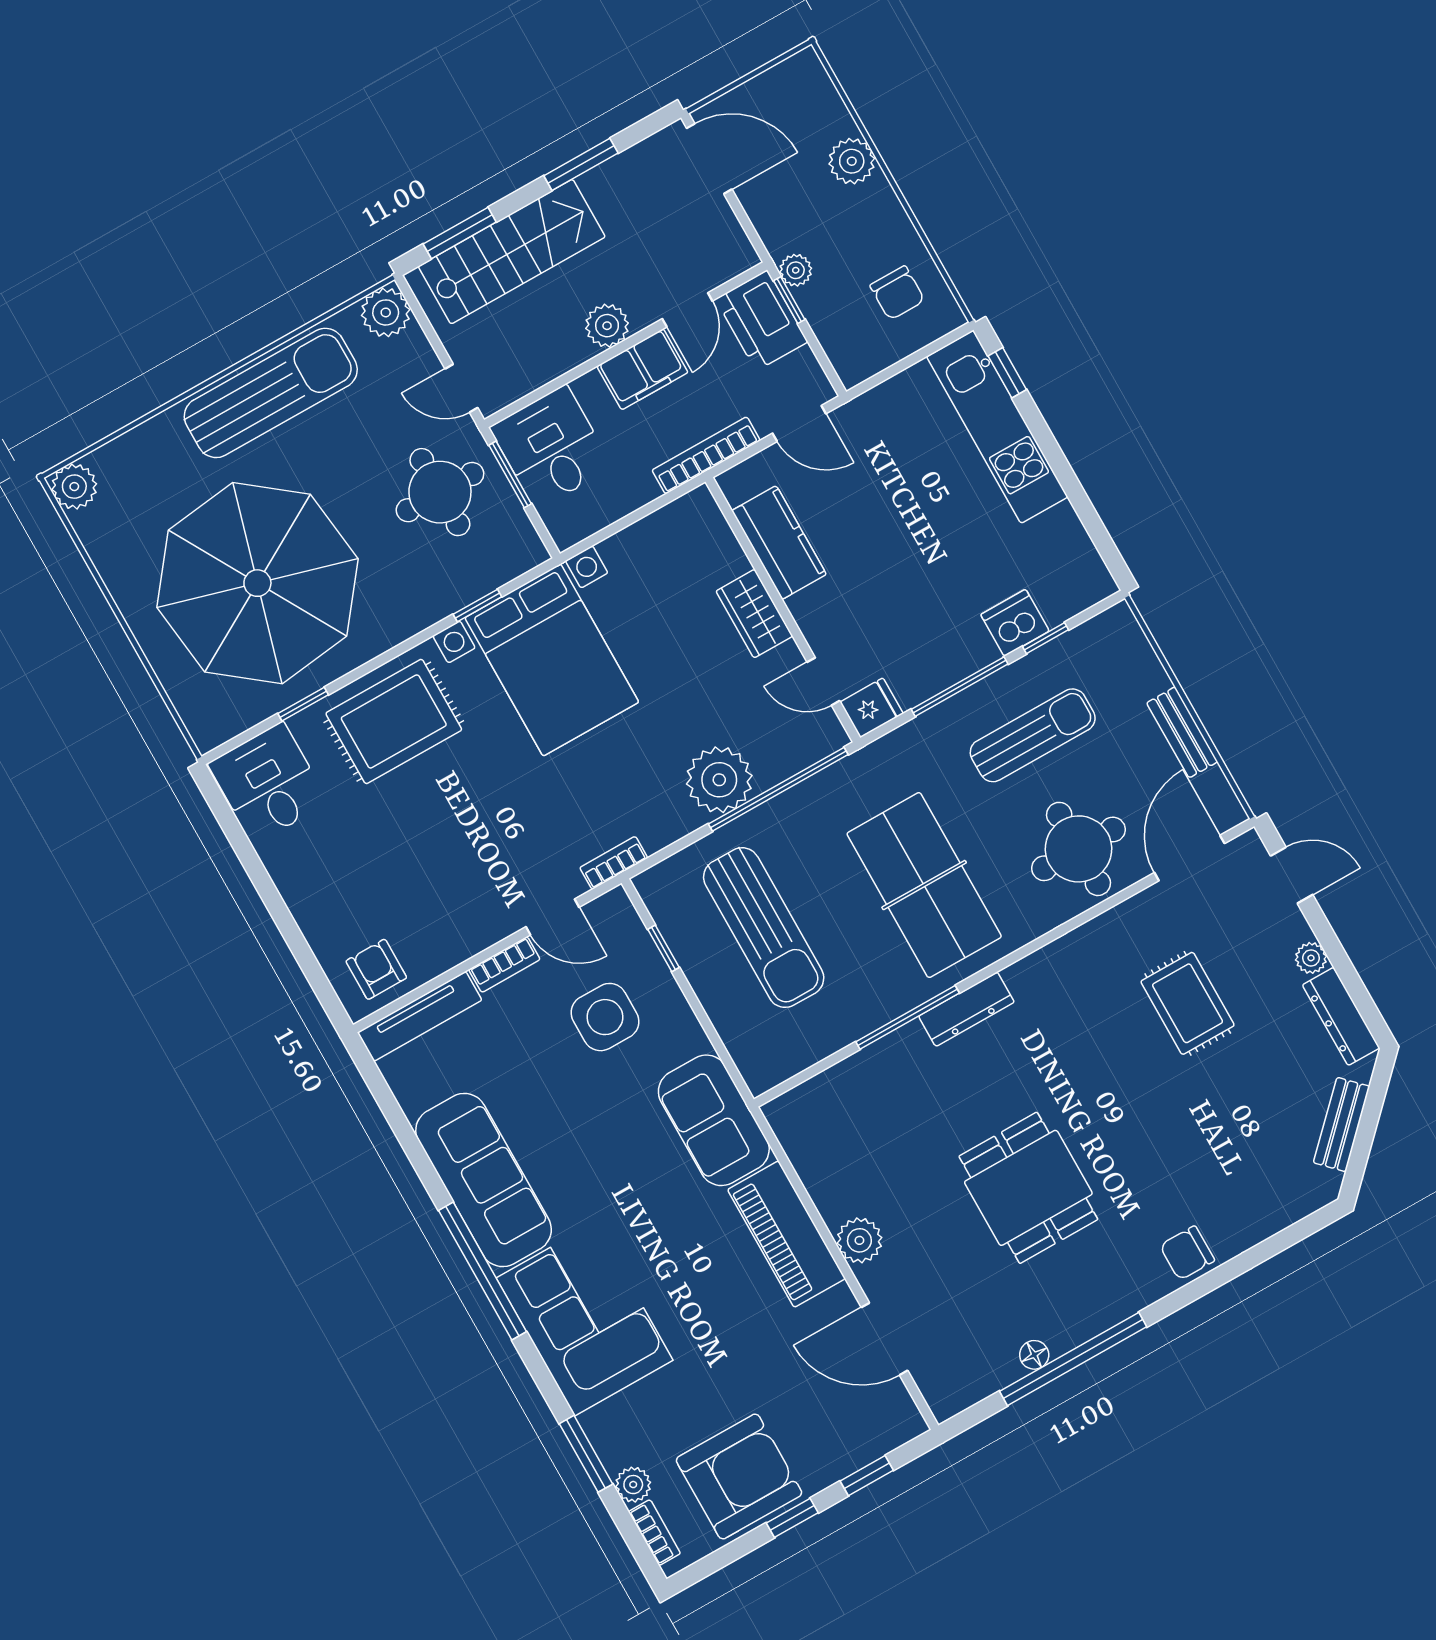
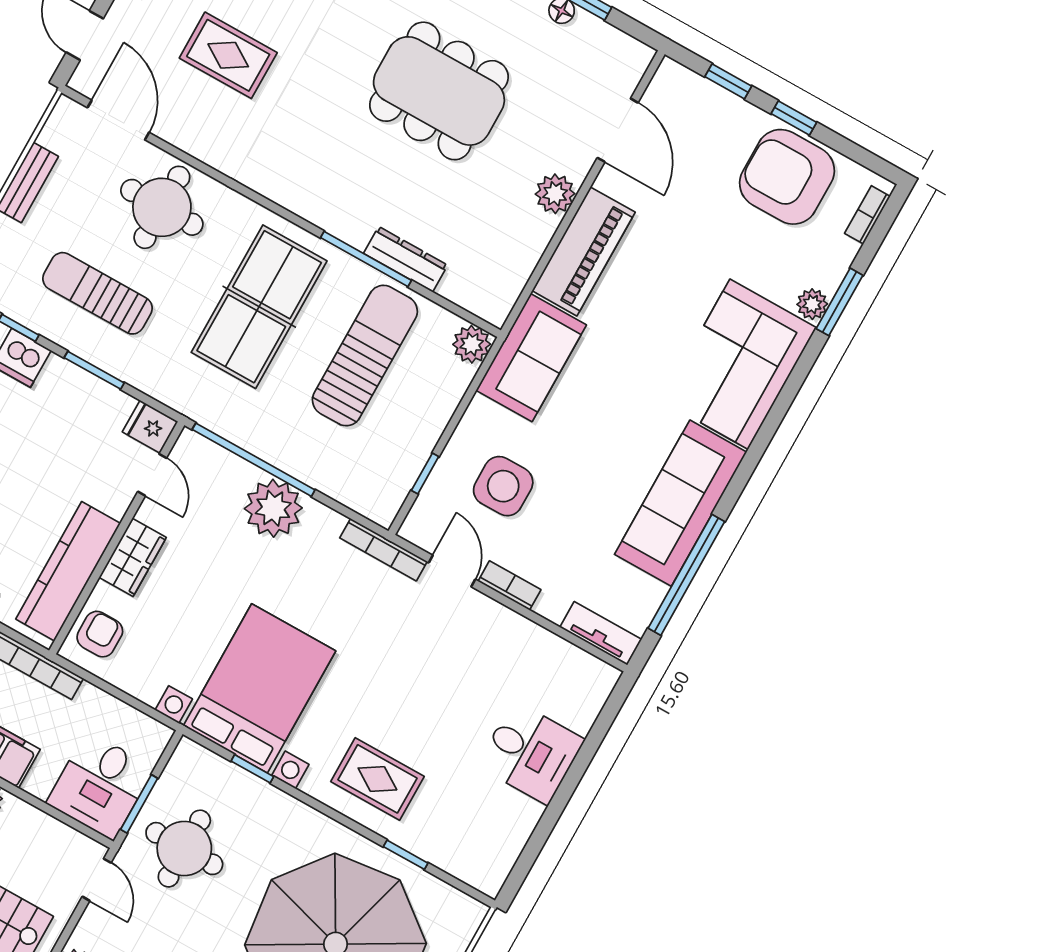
kitchen counter: (779, 543) -> (68, 571), width x1.50
window: (960, 687) -> (94, 370), width x0.69
rug: (394, 721) -> (377, 779), width x0.73, depth x0.70
desk: (268, 783) -> (531, 753), moved, turned -90
door: (1189, 858) -> (118, 120), swing flipped
bookcase: (614, 863) -> (383, 550), width x1.56
sun lounger: (764, 928) -> (365, 356), moved
armchair: (376, 969) -> (100, 634), moved, turned 180
rug: (1188, 1003) -> (228, 55), turned 90
dresser: (966, 1009) -> (406, 259), moved
tv unit: (420, 1016) -> (601, 633), width x0.71
plant: (762, 1070) -> (472, 344), added
dining table: (1028, 1188) -> (439, 91), width x1.38
window: (483, 1271) -> (686, 575), moved
plant: (633, 1485) -> (812, 304), moved

